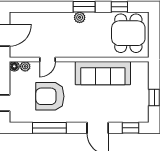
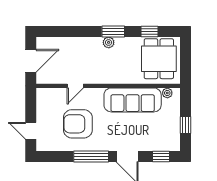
floor lamp: (14, 66) -> (41, 93), removed
plant: (25, 66) -> (167, 93), moved
window: (49, 128) -> (91, 156), moved

